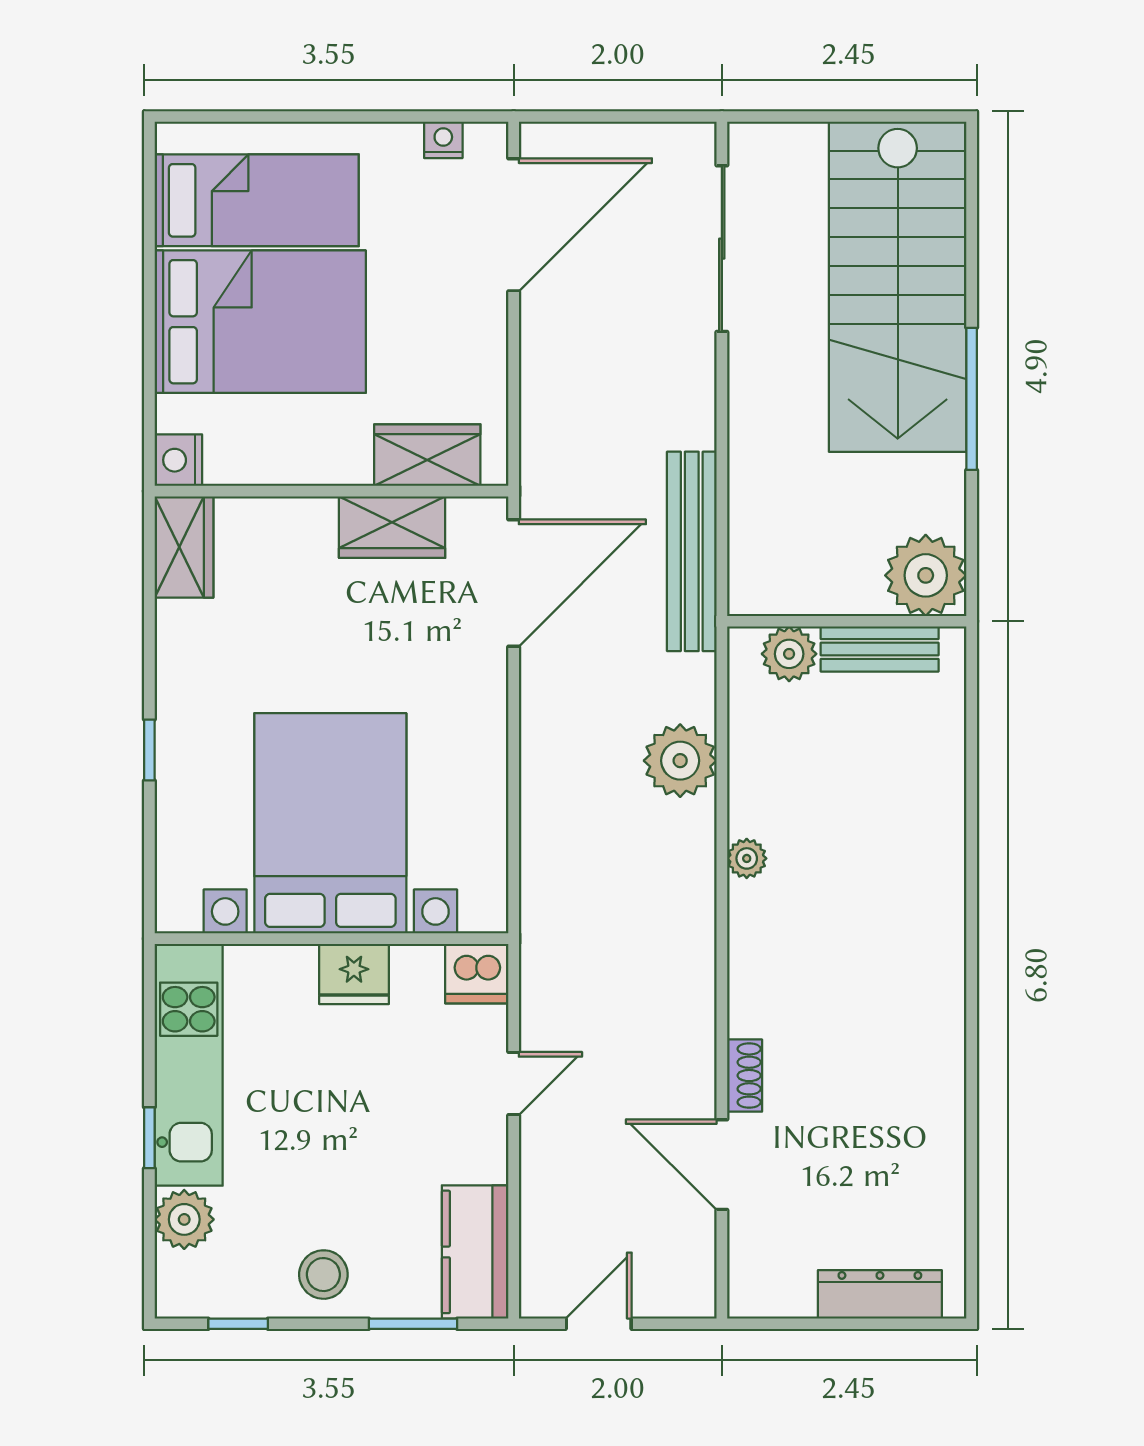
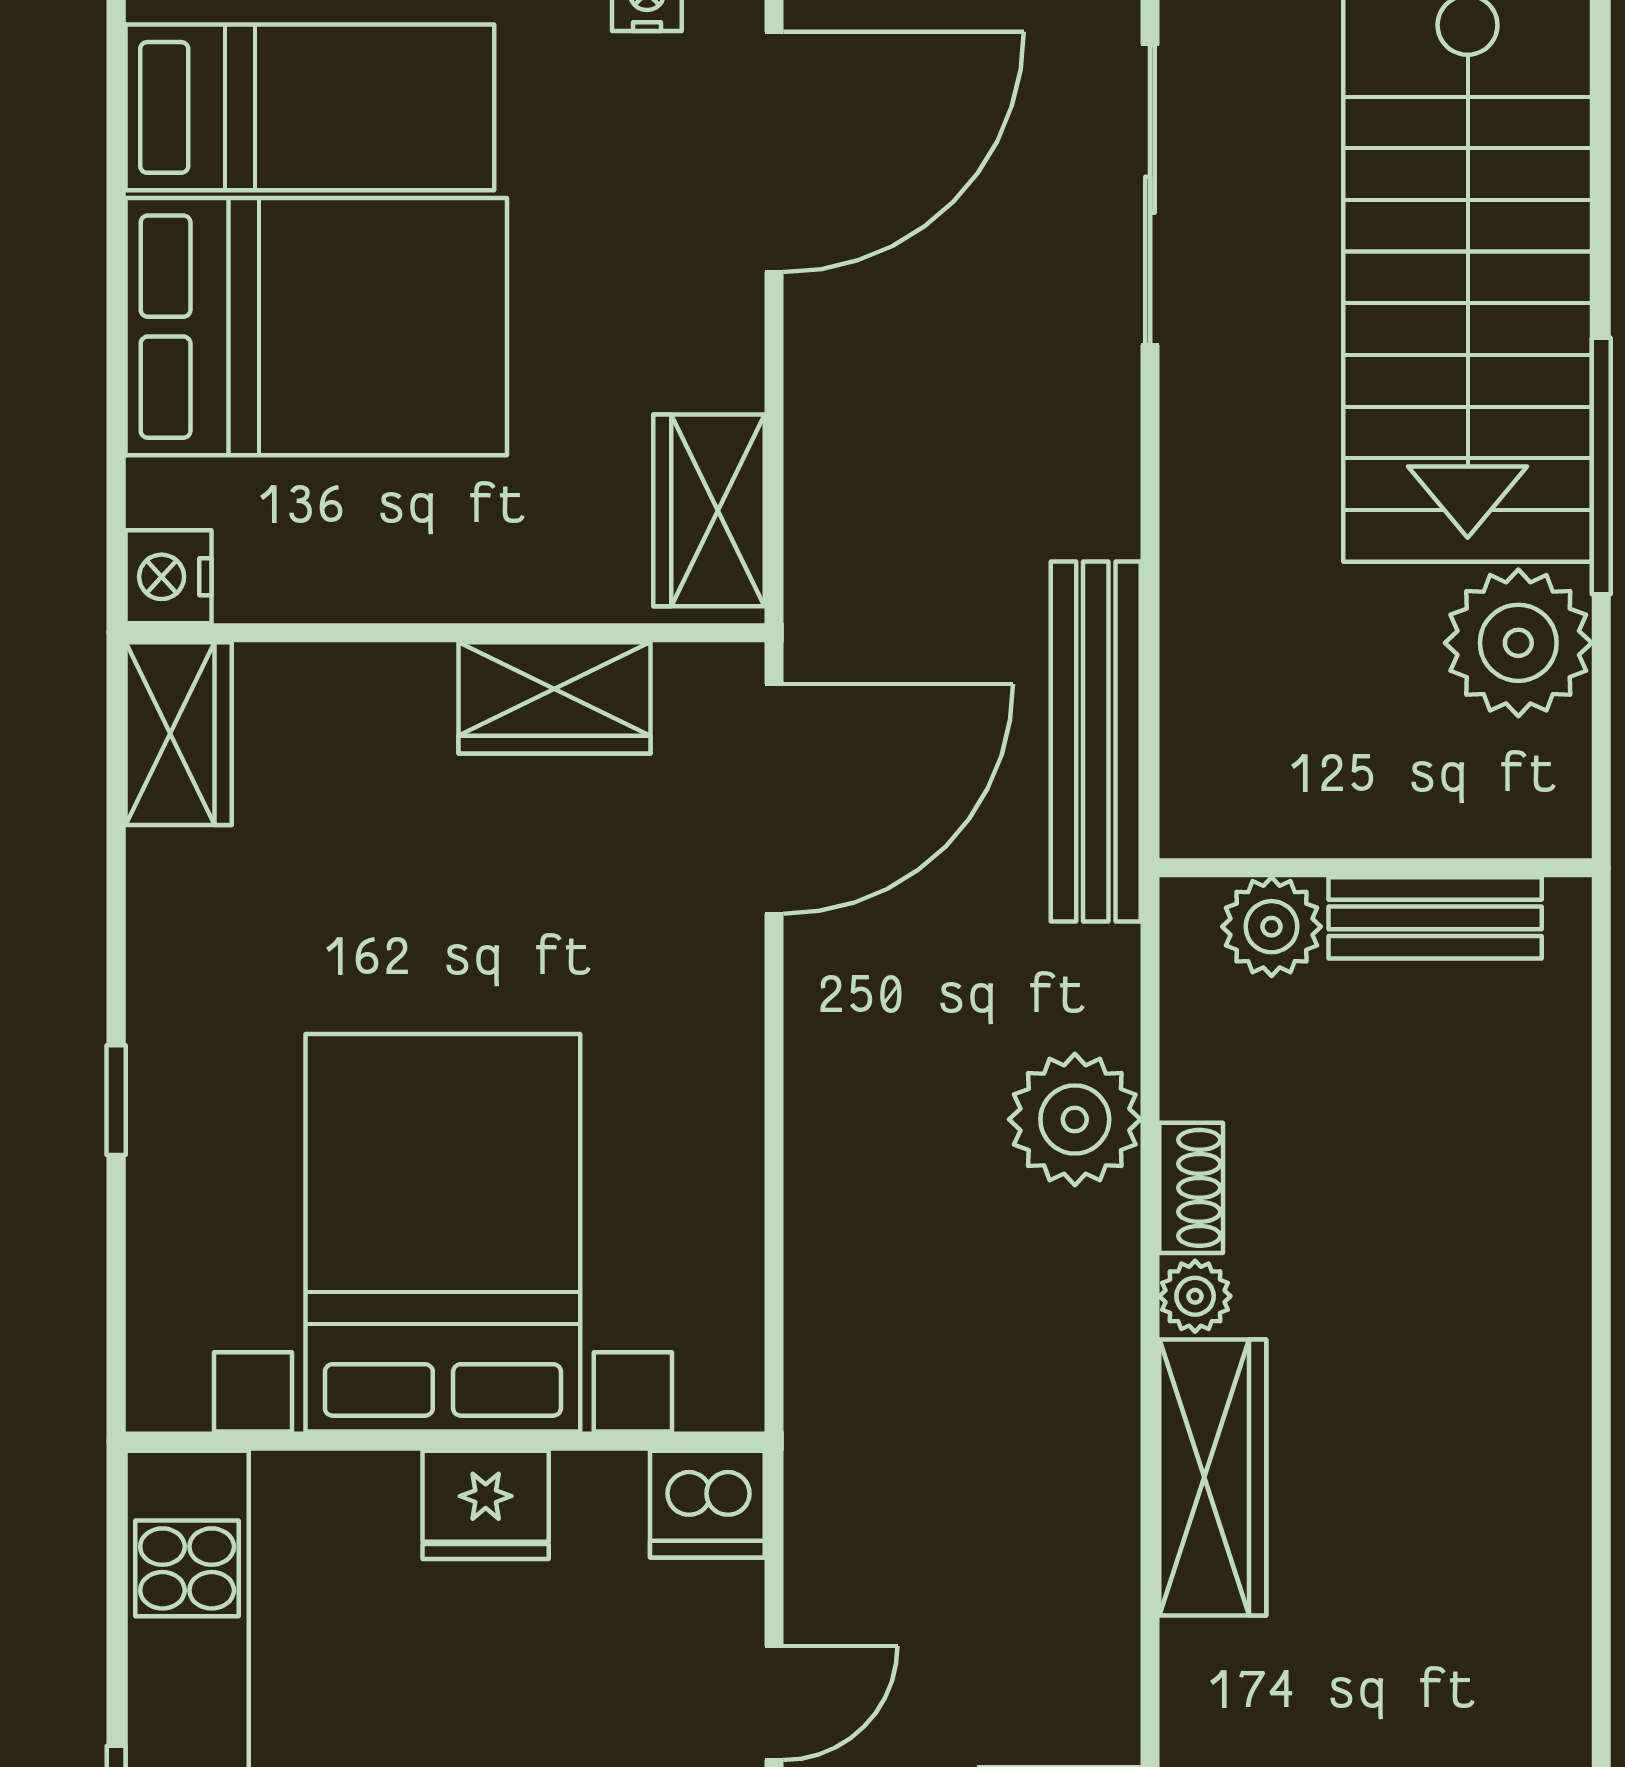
wardrobe: (427, 455) -> (709, 510), moved, turned -90
plant: (926, 575) -> (1518, 643), moved
wardrobe: (757, 959) -> (1213, 1477), added
shoe rack: (745, 1076) -> (1191, 1188), moved

